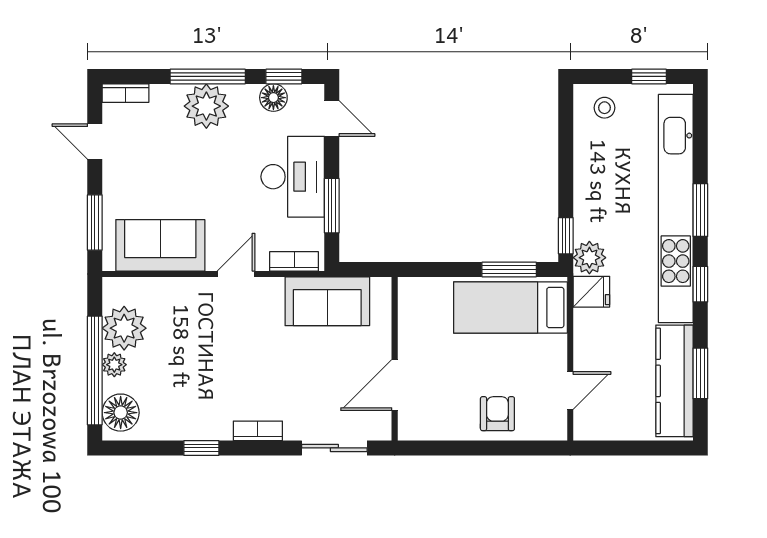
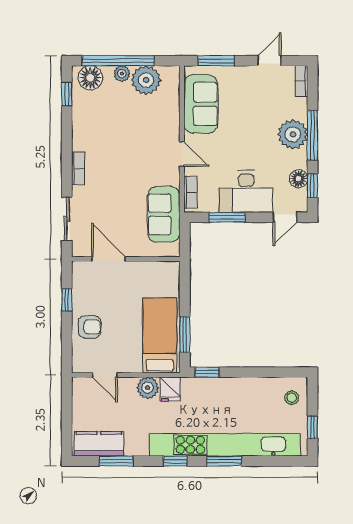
plant: (589, 258) -> (148, 388), moved
kitchen counter: (674, 381) -> (99, 444), width x0.67
window: (201, 448) -> (67, 94), moved
window: (456, 448) -> (67, 300), added

